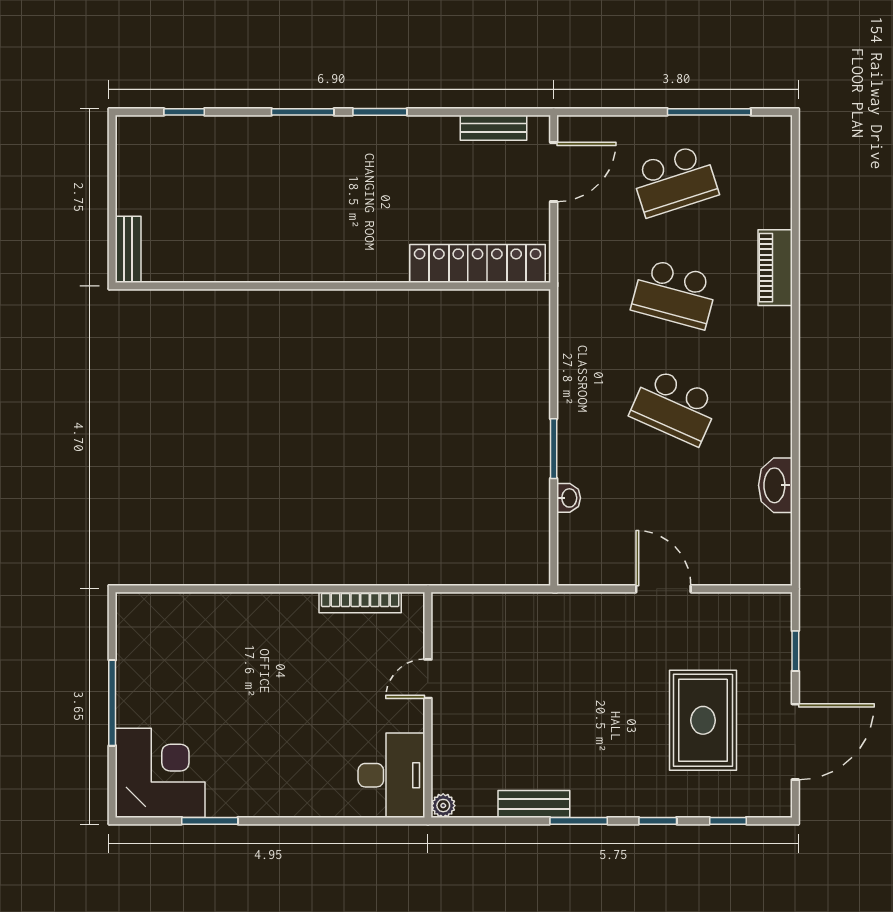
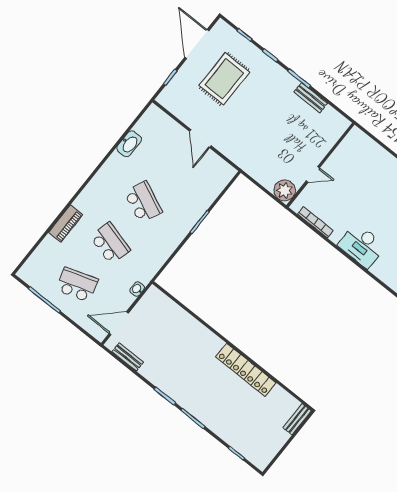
locker: (478, 264) -> (246, 370), moved
washbasin: (569, 498) -> (137, 289), moved
door: (795, 742) -> (197, 44), hinge flipped
desk: (391, 775) -> (362, 246), moved, turned -90
plant: (443, 806) -> (285, 190), moved, width x1.88, depth x1.88

